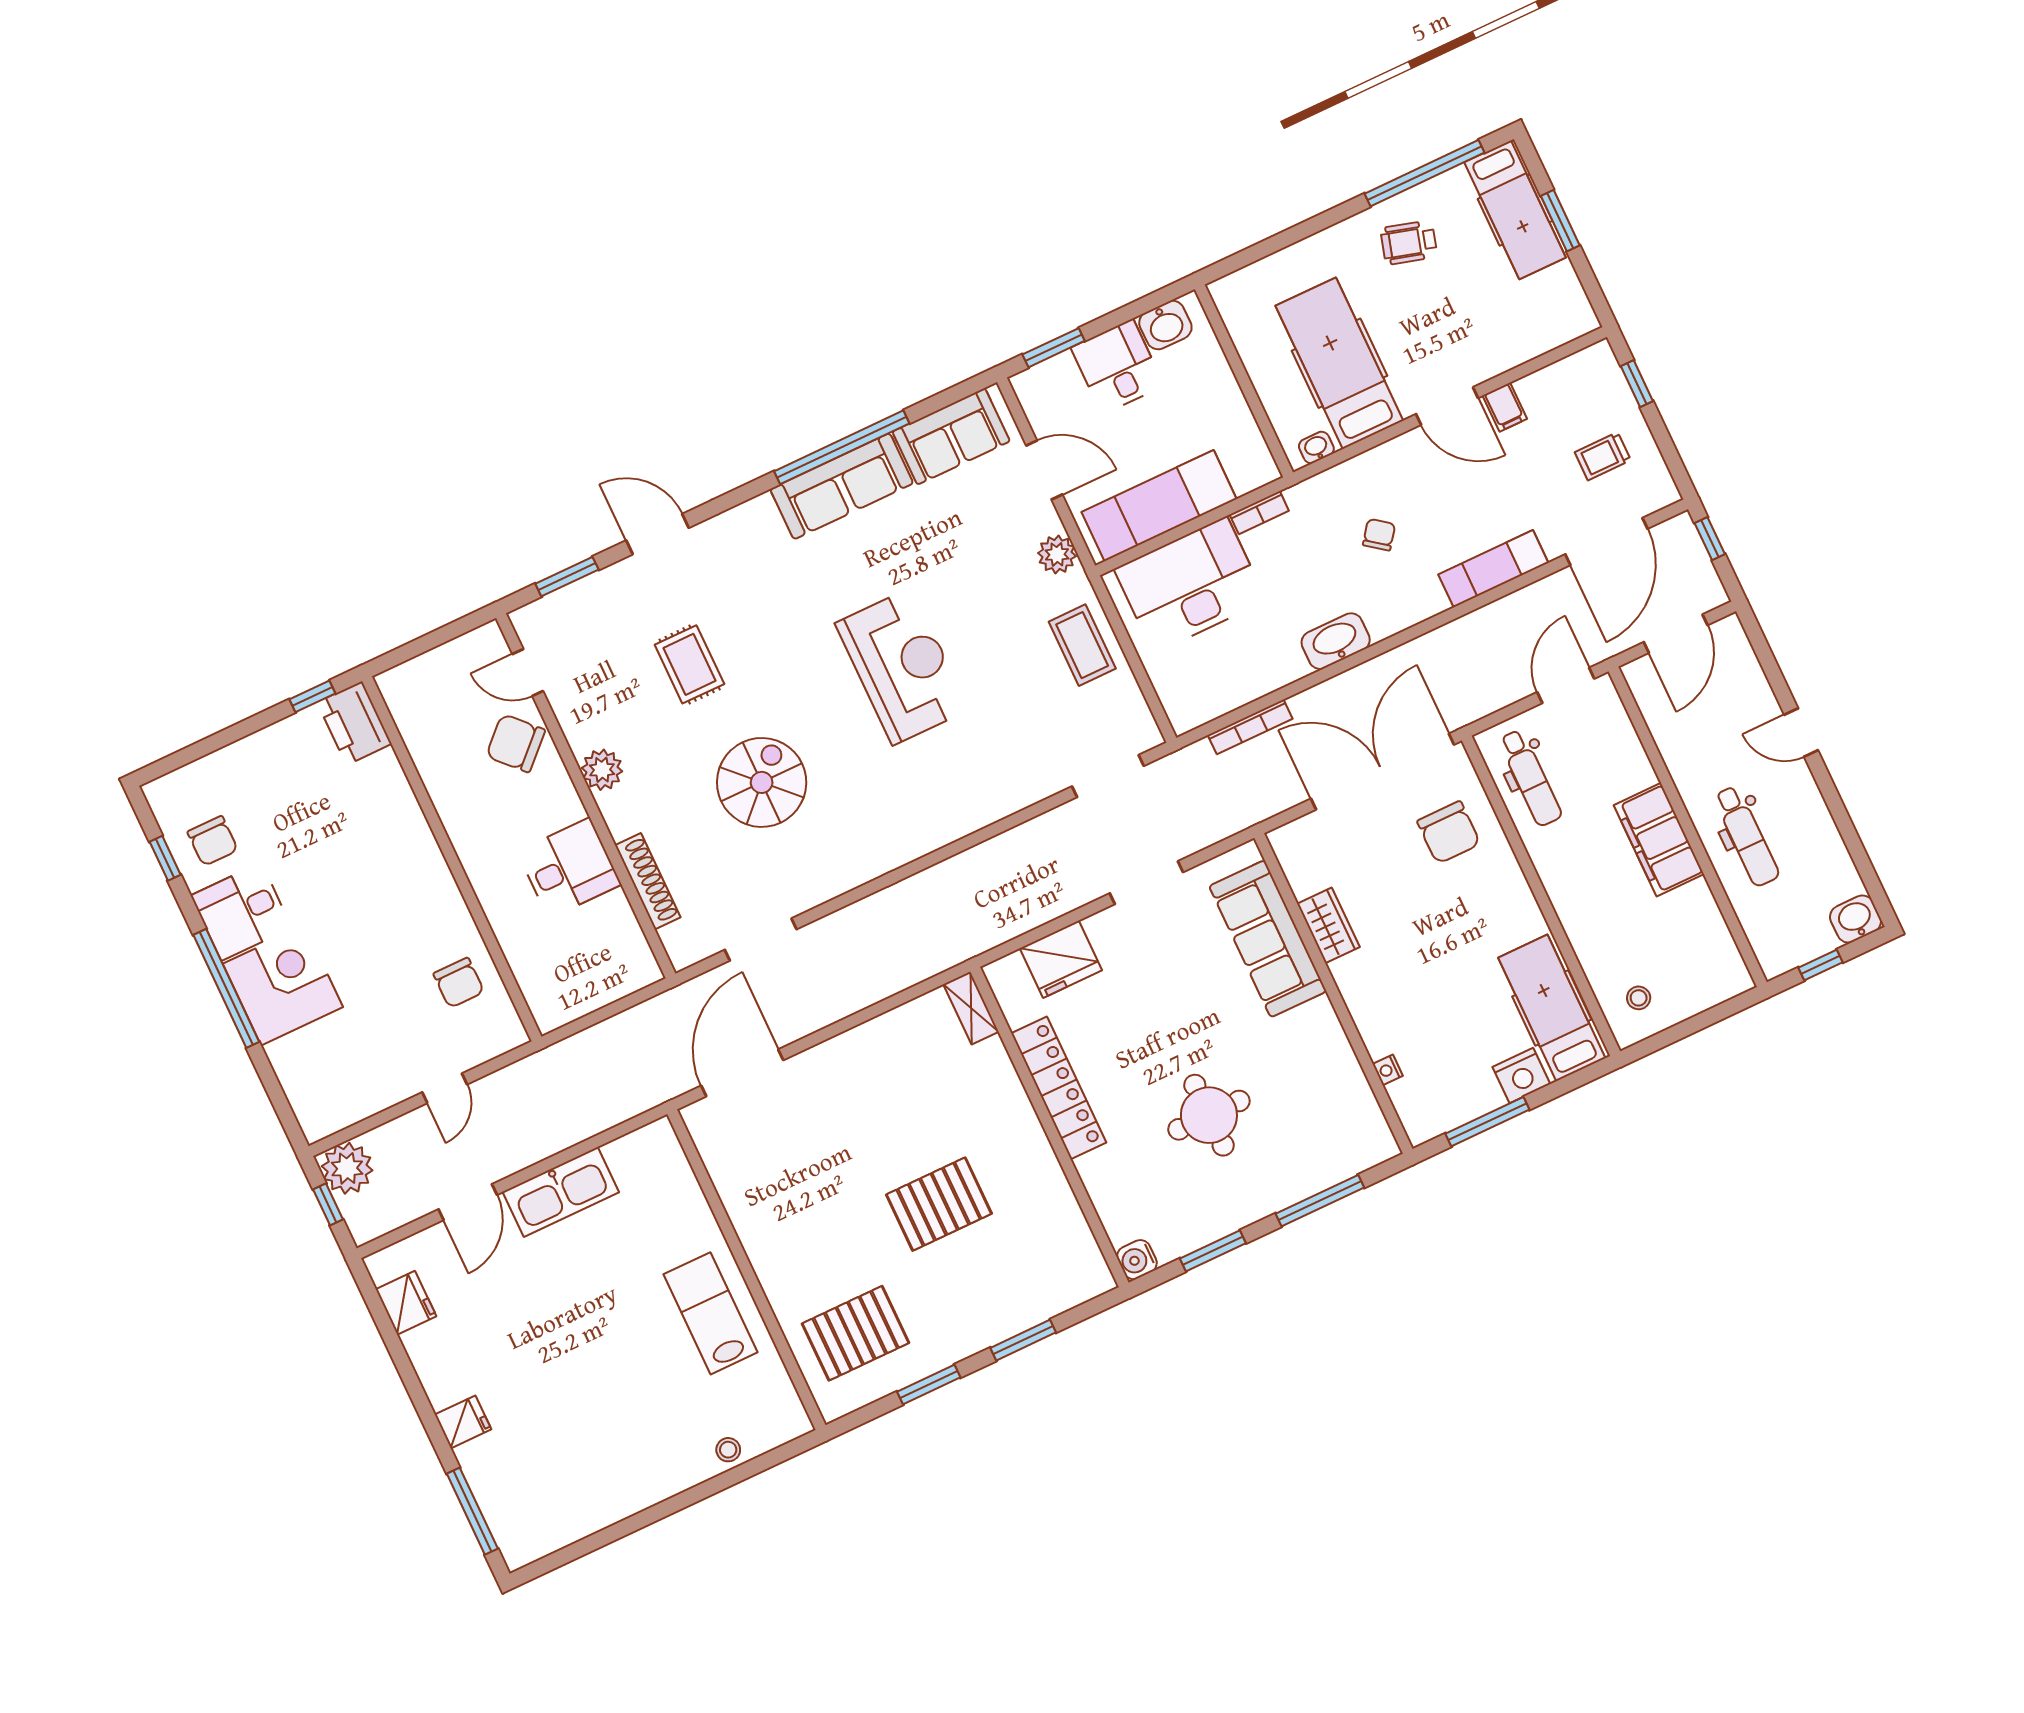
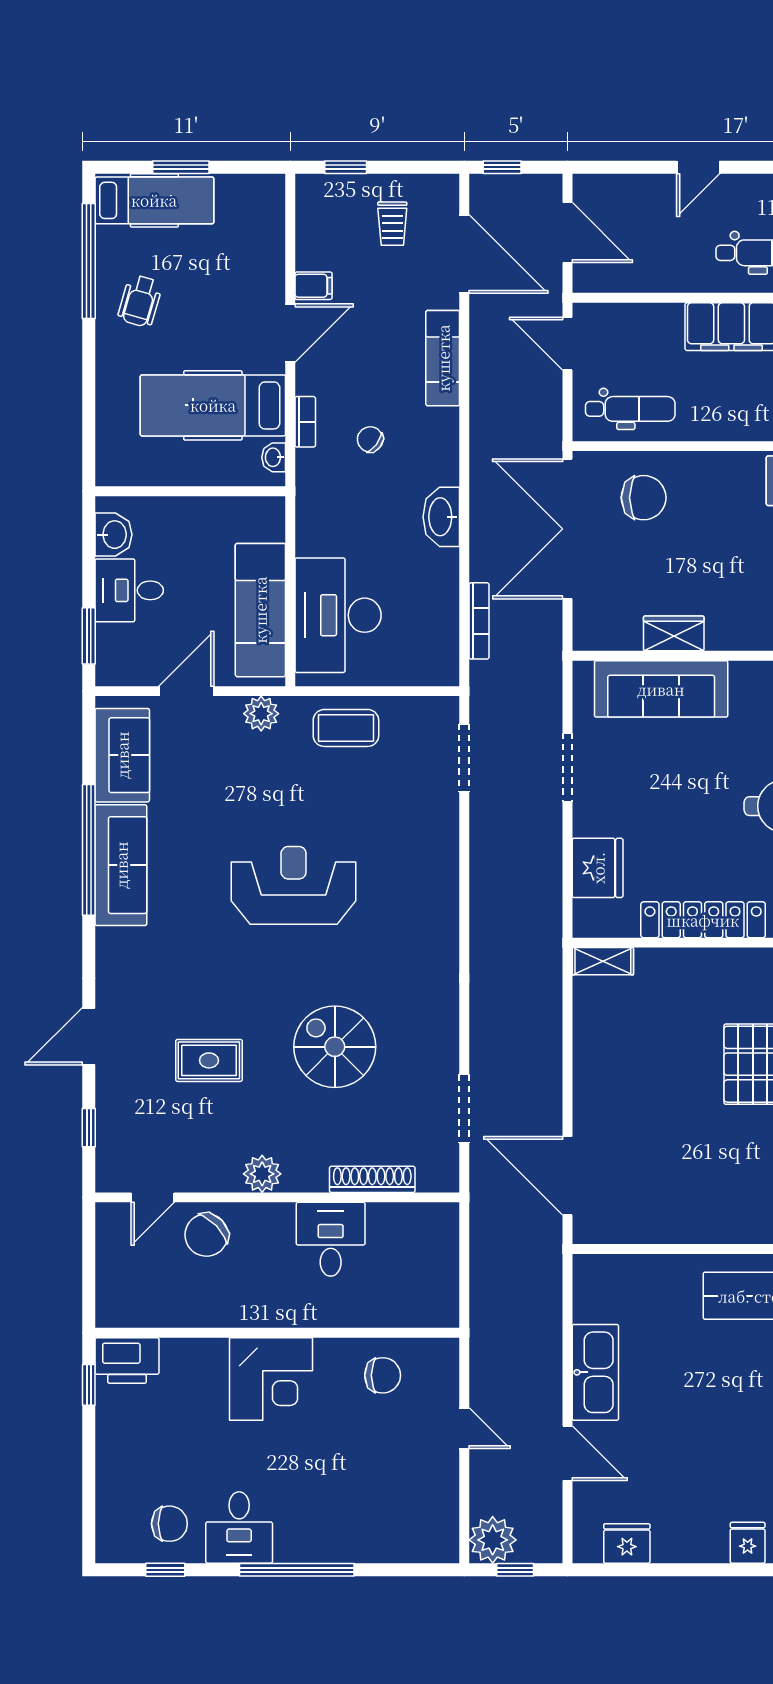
bookcase: (1259, 513) -> (305, 422), moved
window: (567, 577) -> (89, 1128), width x0.67
corner desk: (283, 985) -> (271, 1379), moved, turned 180

